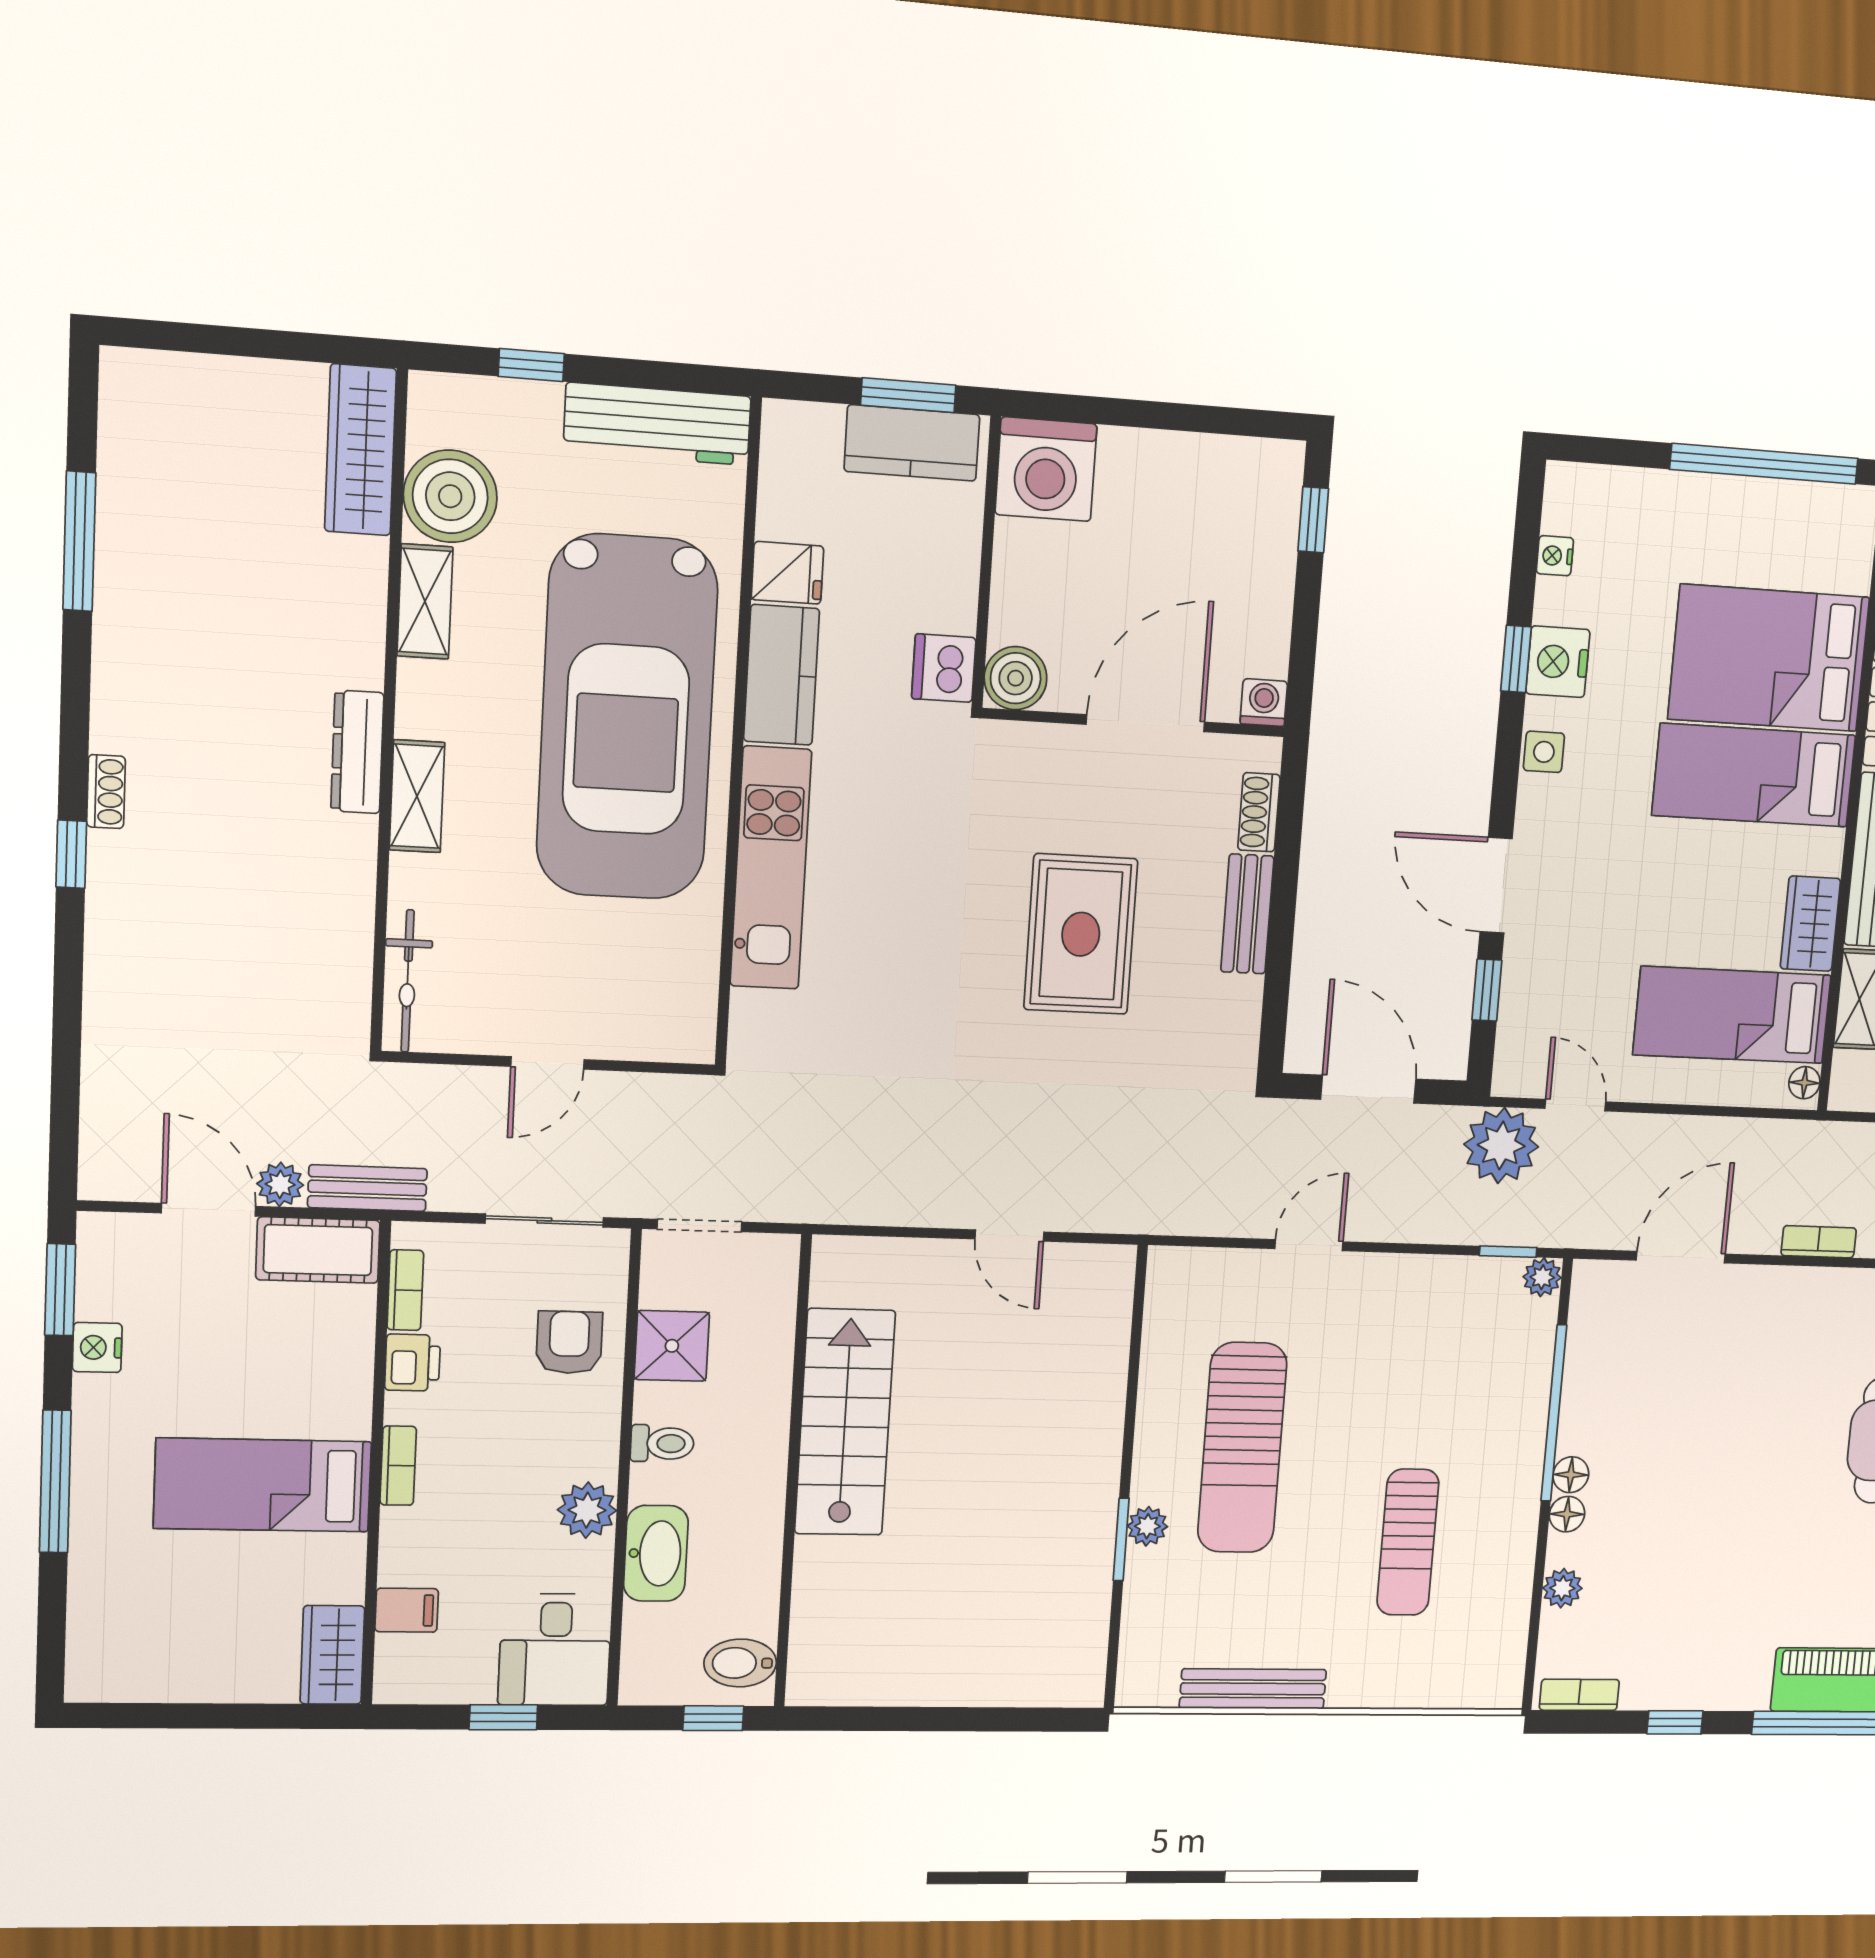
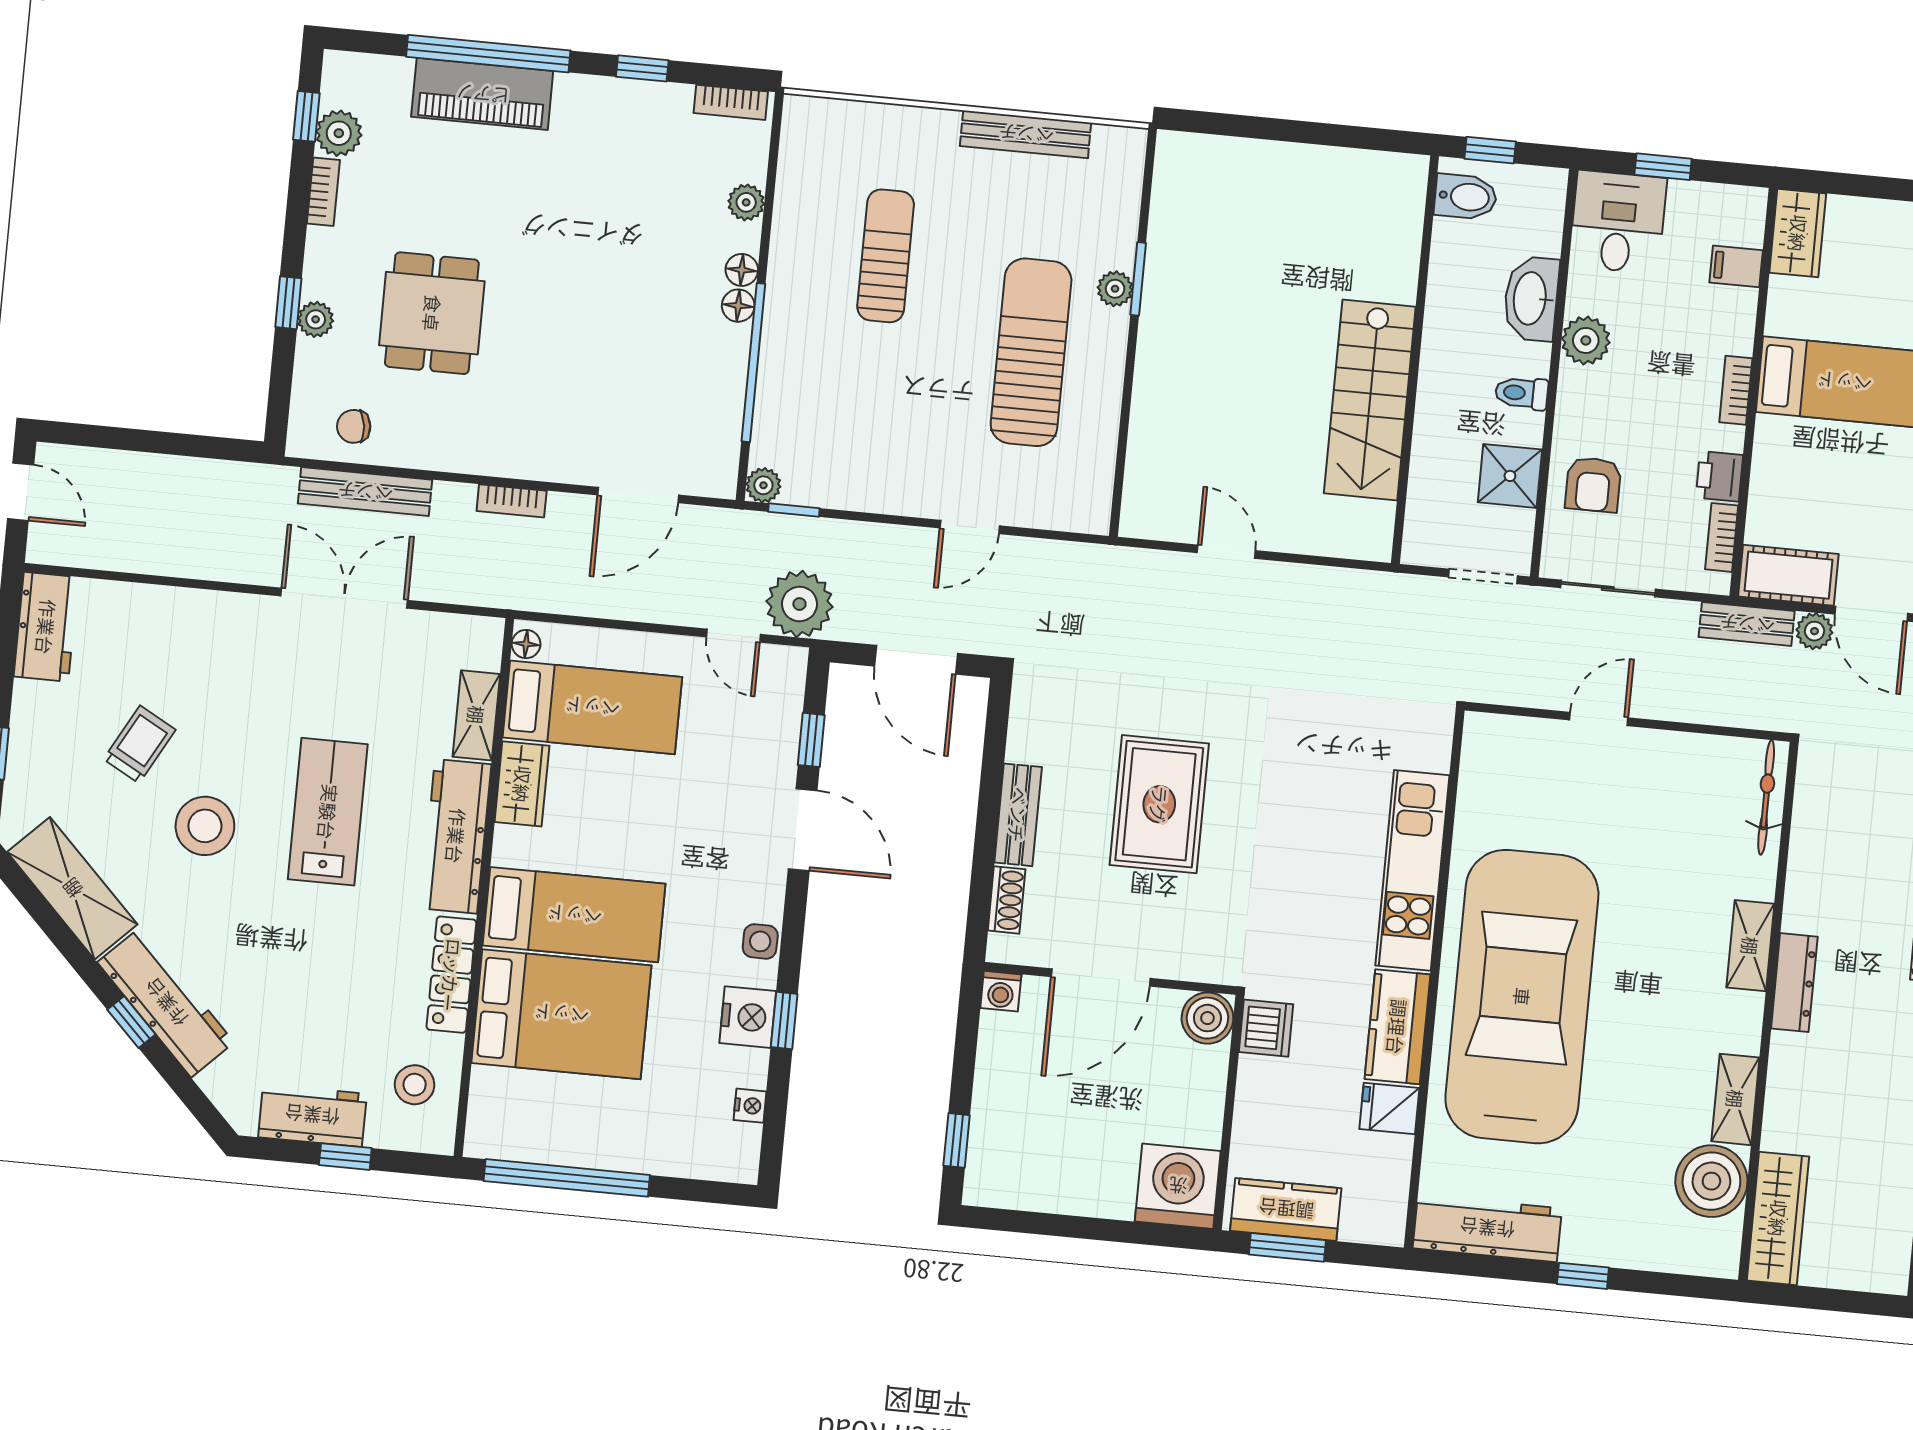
wardrobe: (360, 450) -> (1778, 1218), moved
boiler: (450, 496) -> (1711, 1181), moved
shelving: (425, 601) -> (1735, 1099), moved
wall: (389, 715) -> (1768, 1011), moved
dresser: (357, 752) -> (1794, 983), moved
shelving: (417, 796) -> (1750, 946), moved
bicycle: (408, 981) -> (1766, 797), moved

